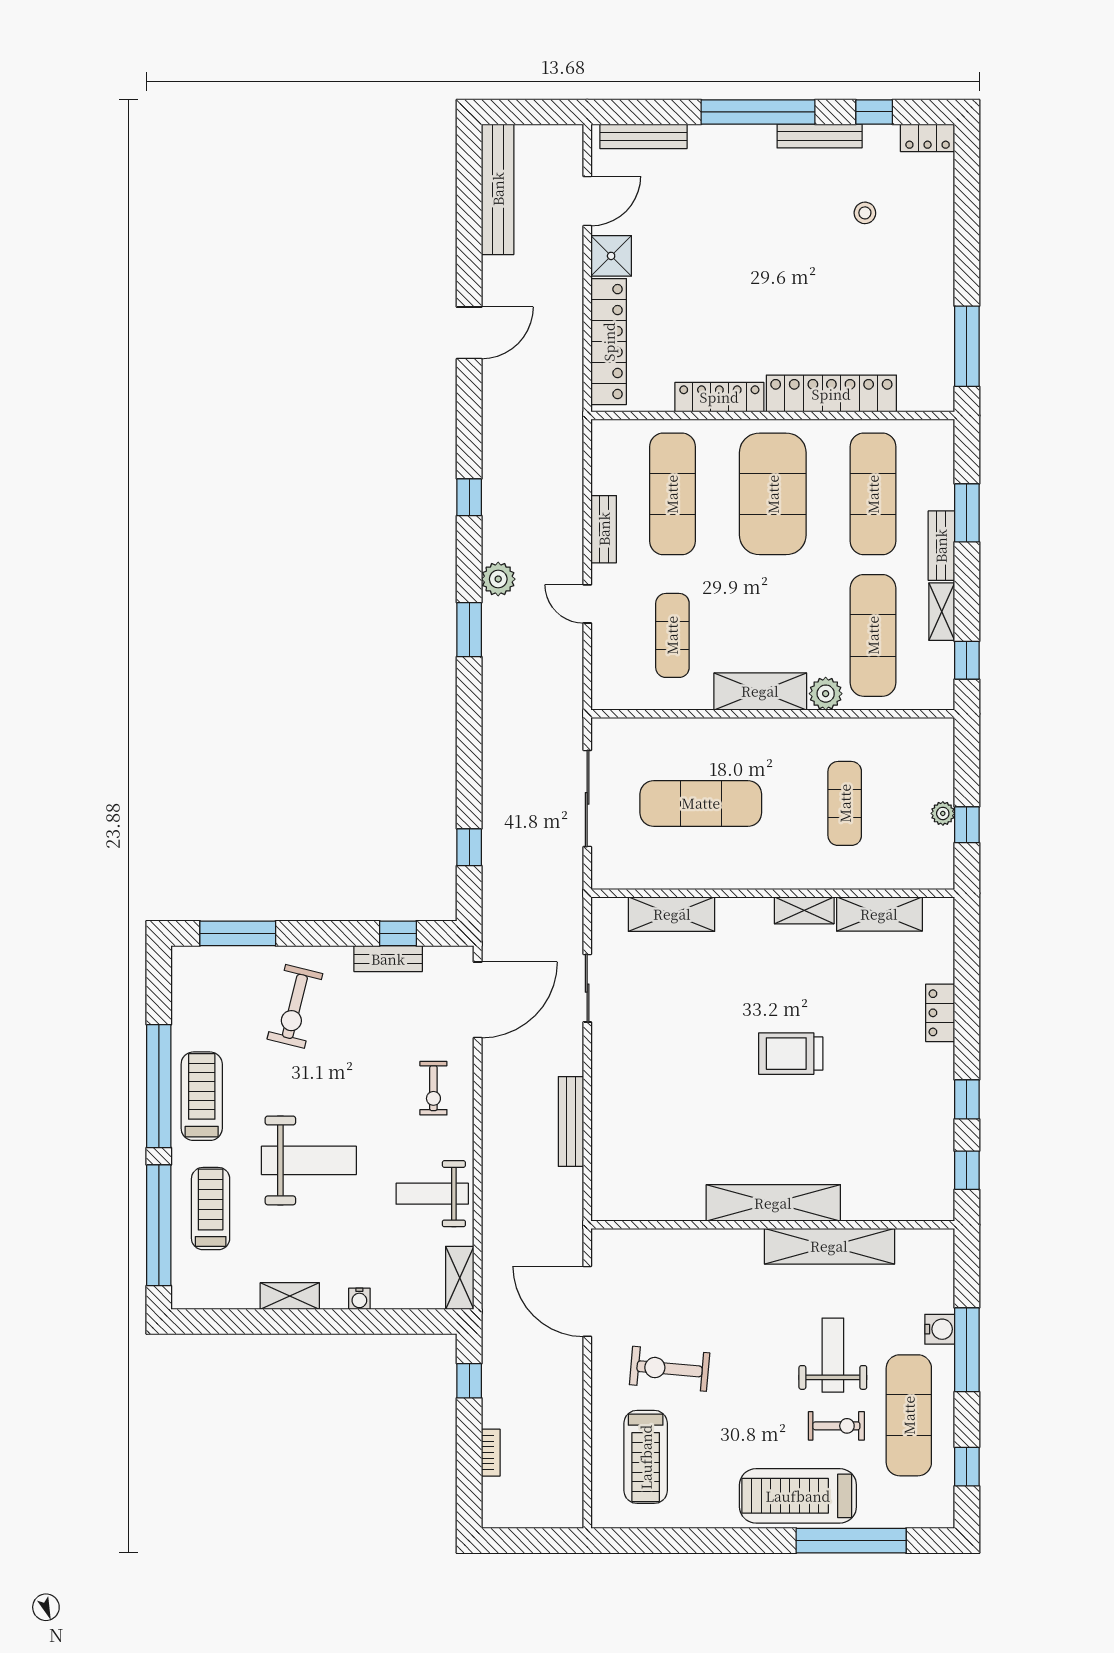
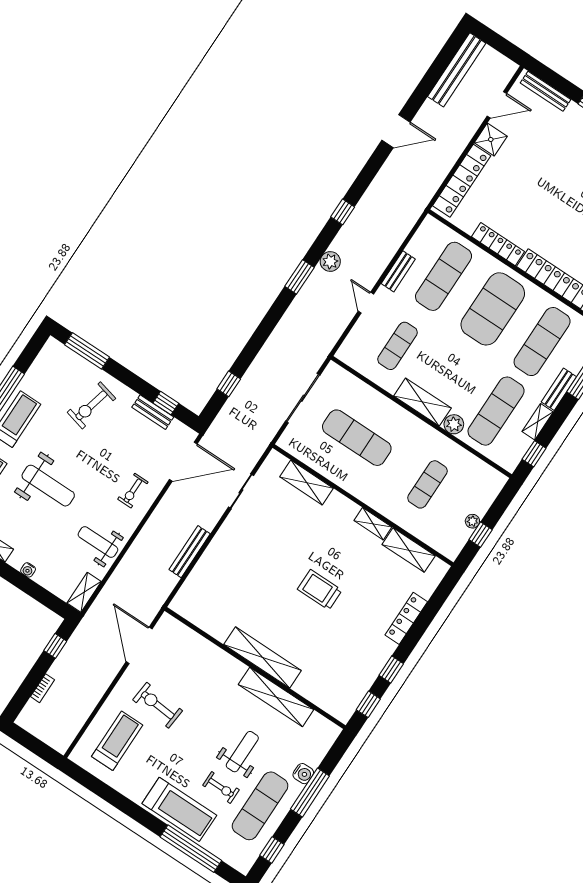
locker: (940, 1013) -> (406, 618), width x1.53
treadmill: (646, 1457) -> (117, 741), turned 180
treadmill: (798, 1496) -> (179, 809), turned 180

